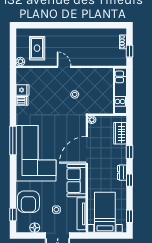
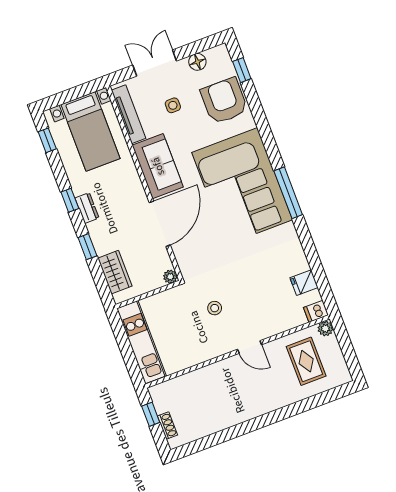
dishwasher: (22, 101) -> (316, 311), moved

